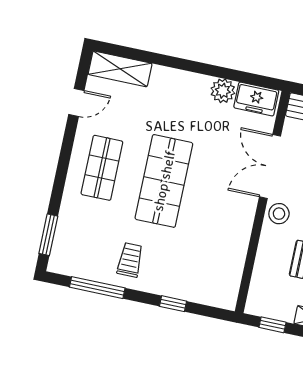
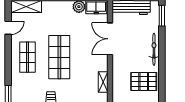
stool: (279, 214) -> (119, 61), removed
shelving: (239, 247) -> (103, 82), added

